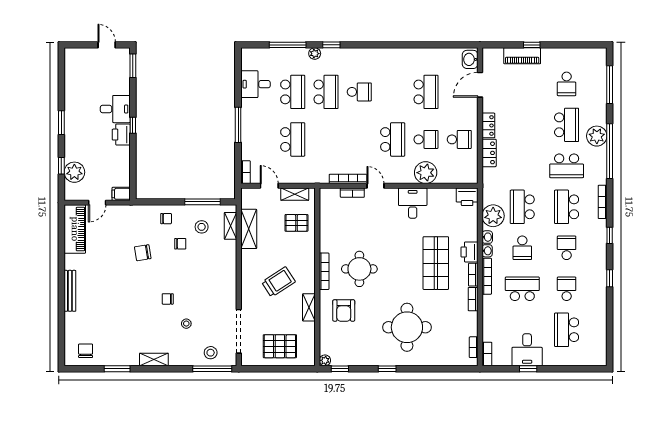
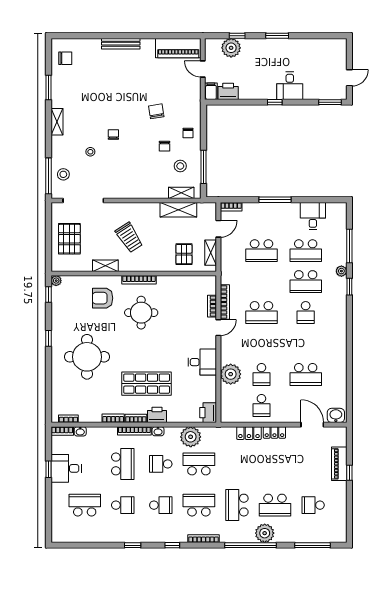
printer: (121, 135) -> (228, 91), moved
school desk: (393, 139) -> (261, 313), moved
washbasin: (487, 237) -> (80, 431), moved

